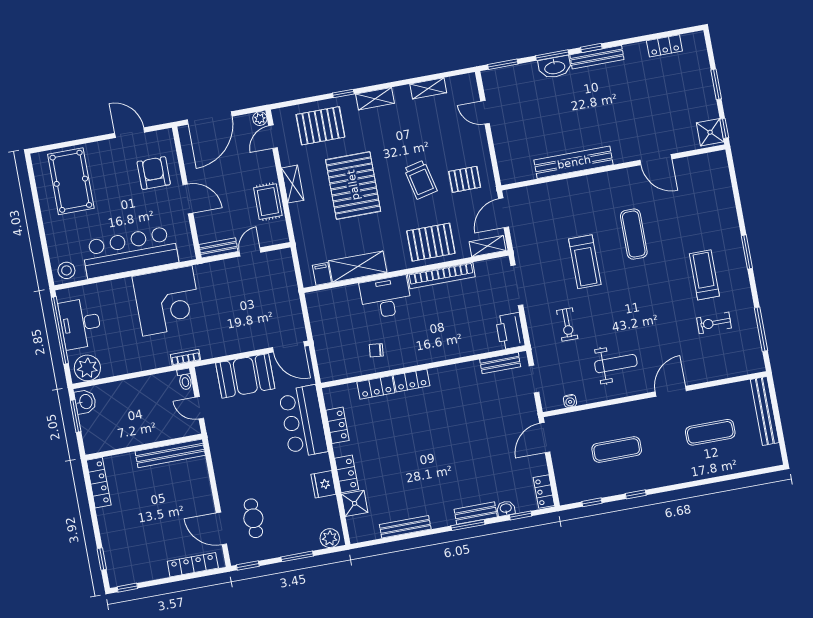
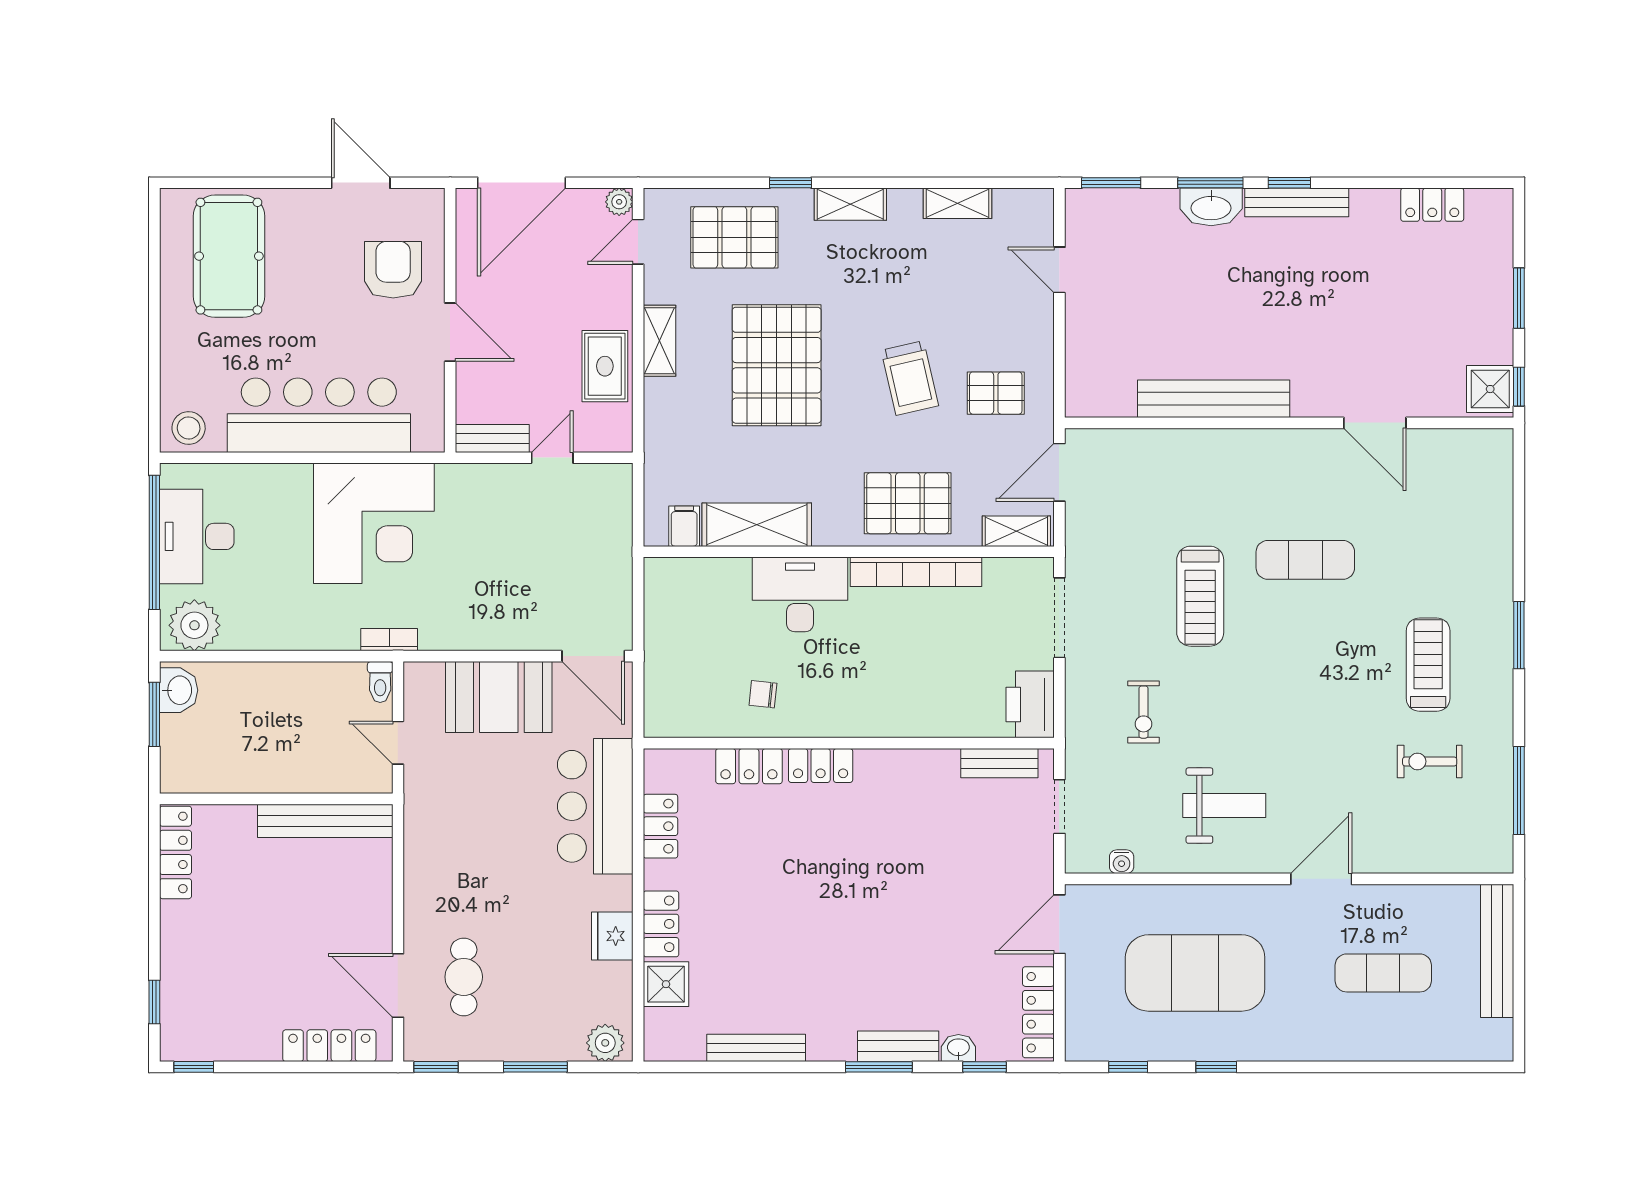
exercise mat: (634, 234) -> (1305, 560), turned 90
exercise mat: (617, 450) -> (1195, 973), width x2.00, depth x1.45
locker: (544, 492) -> (1038, 1012), width x1.53

